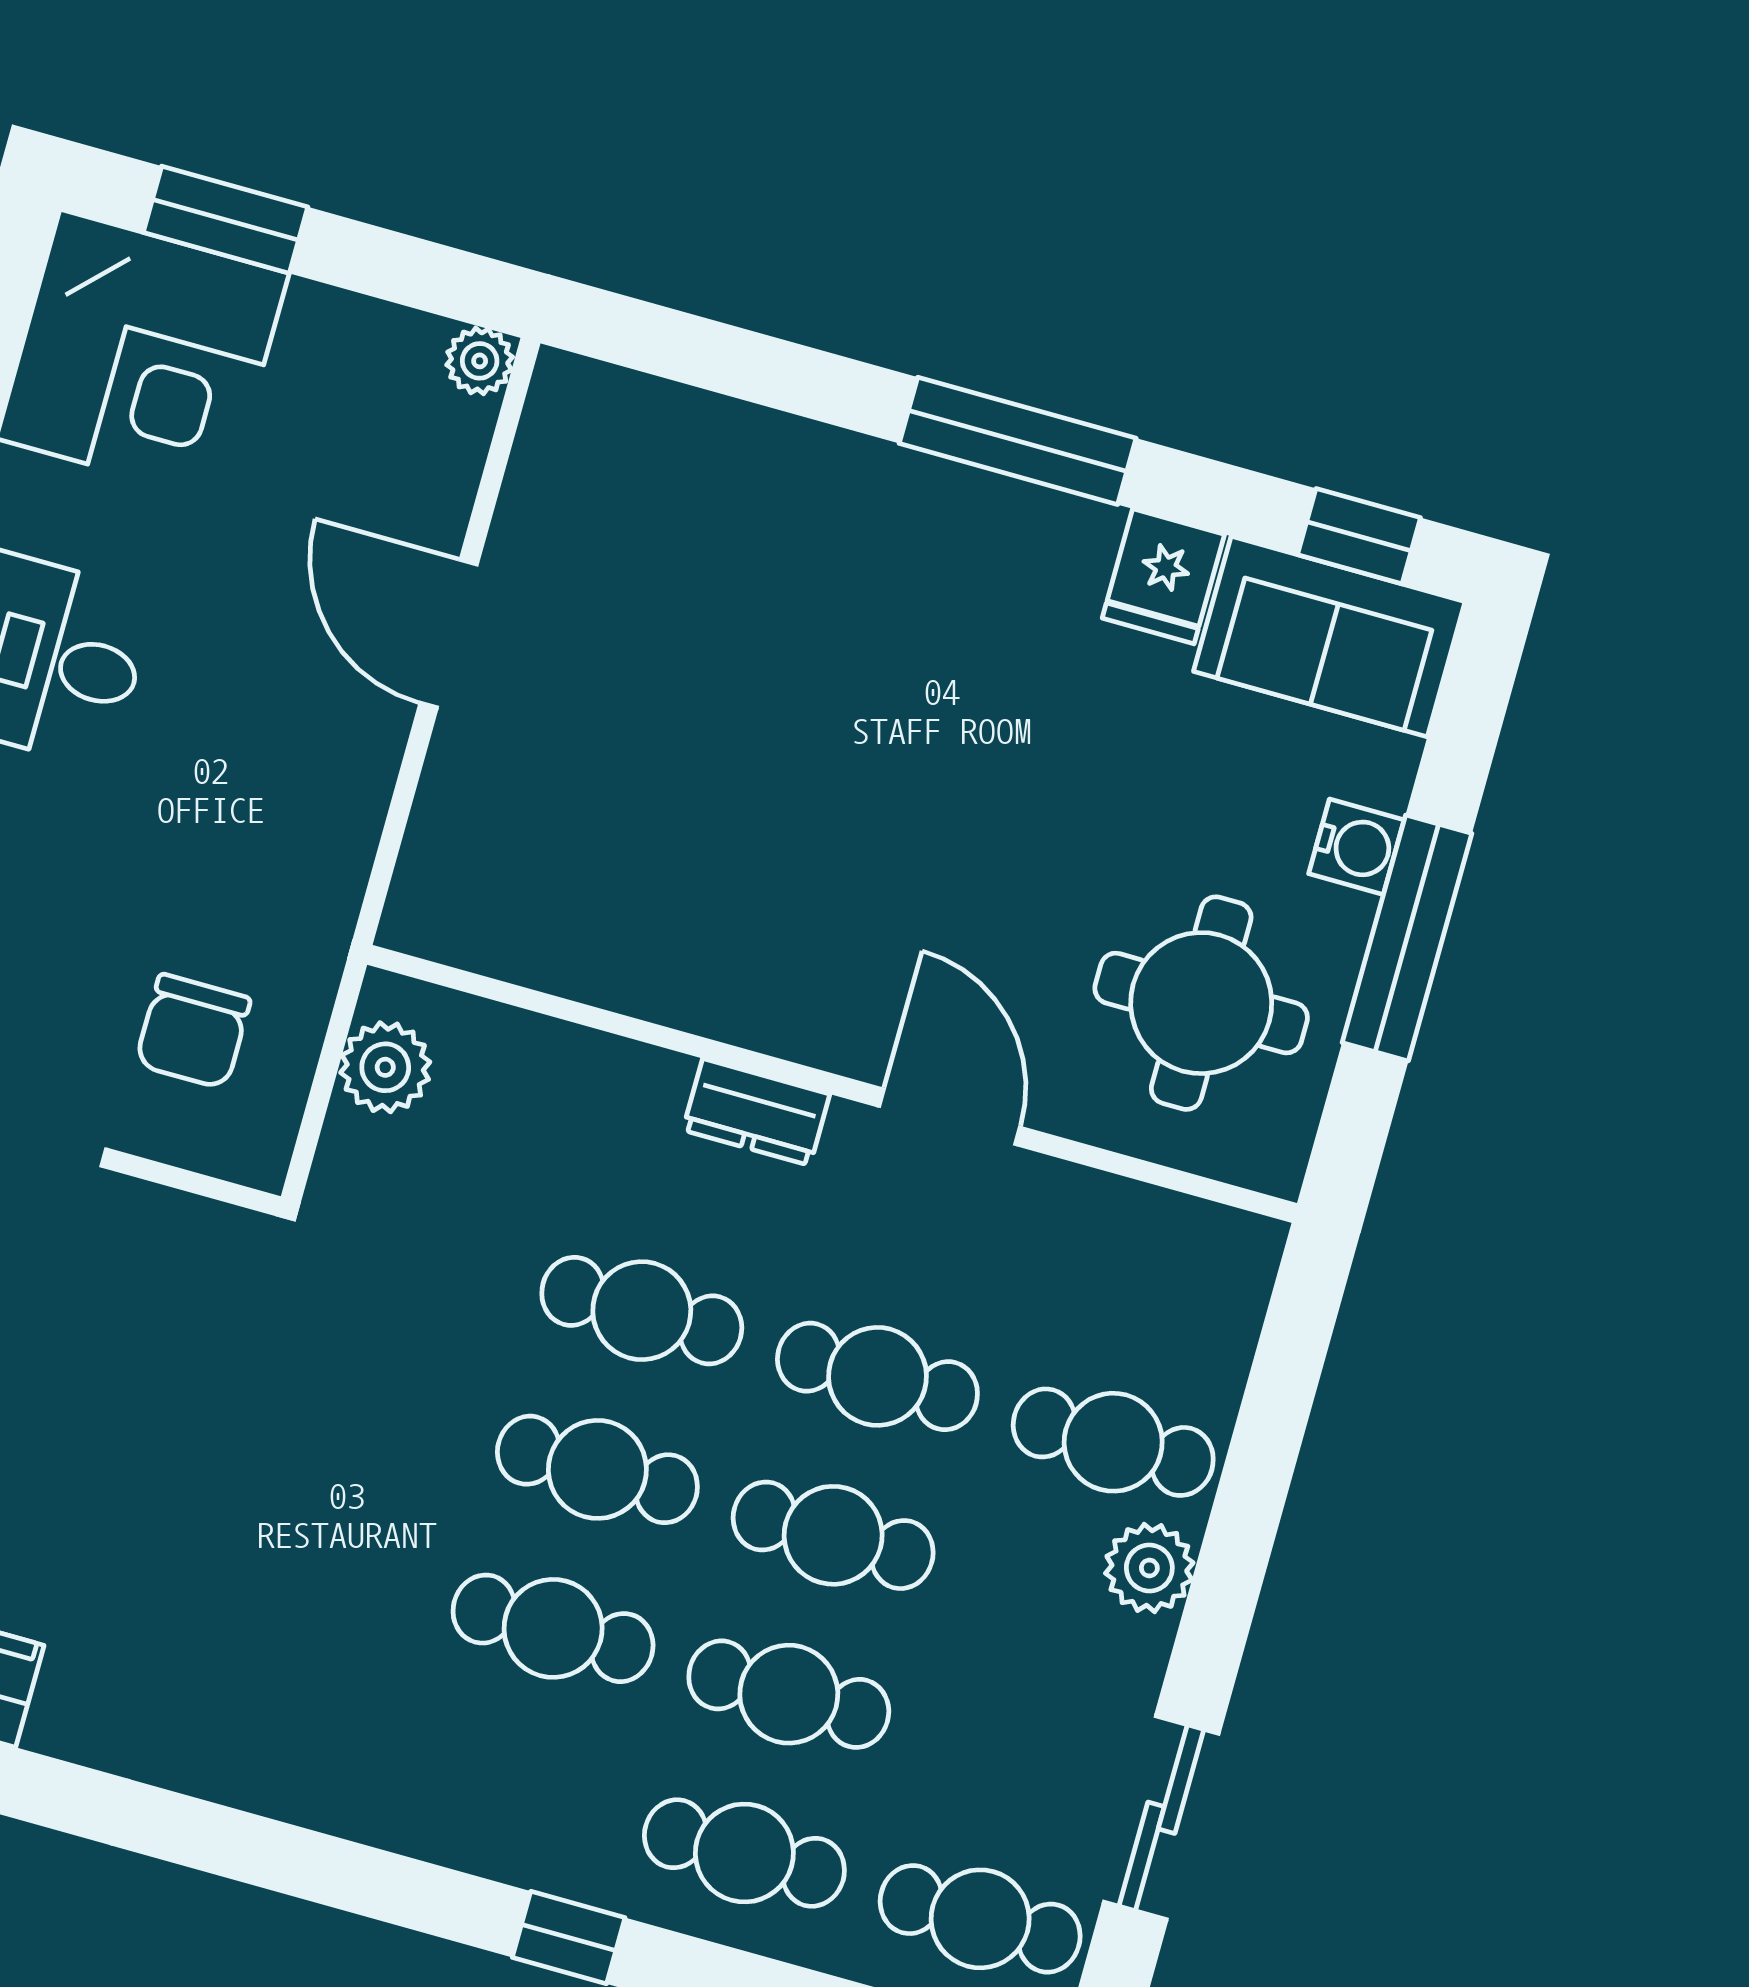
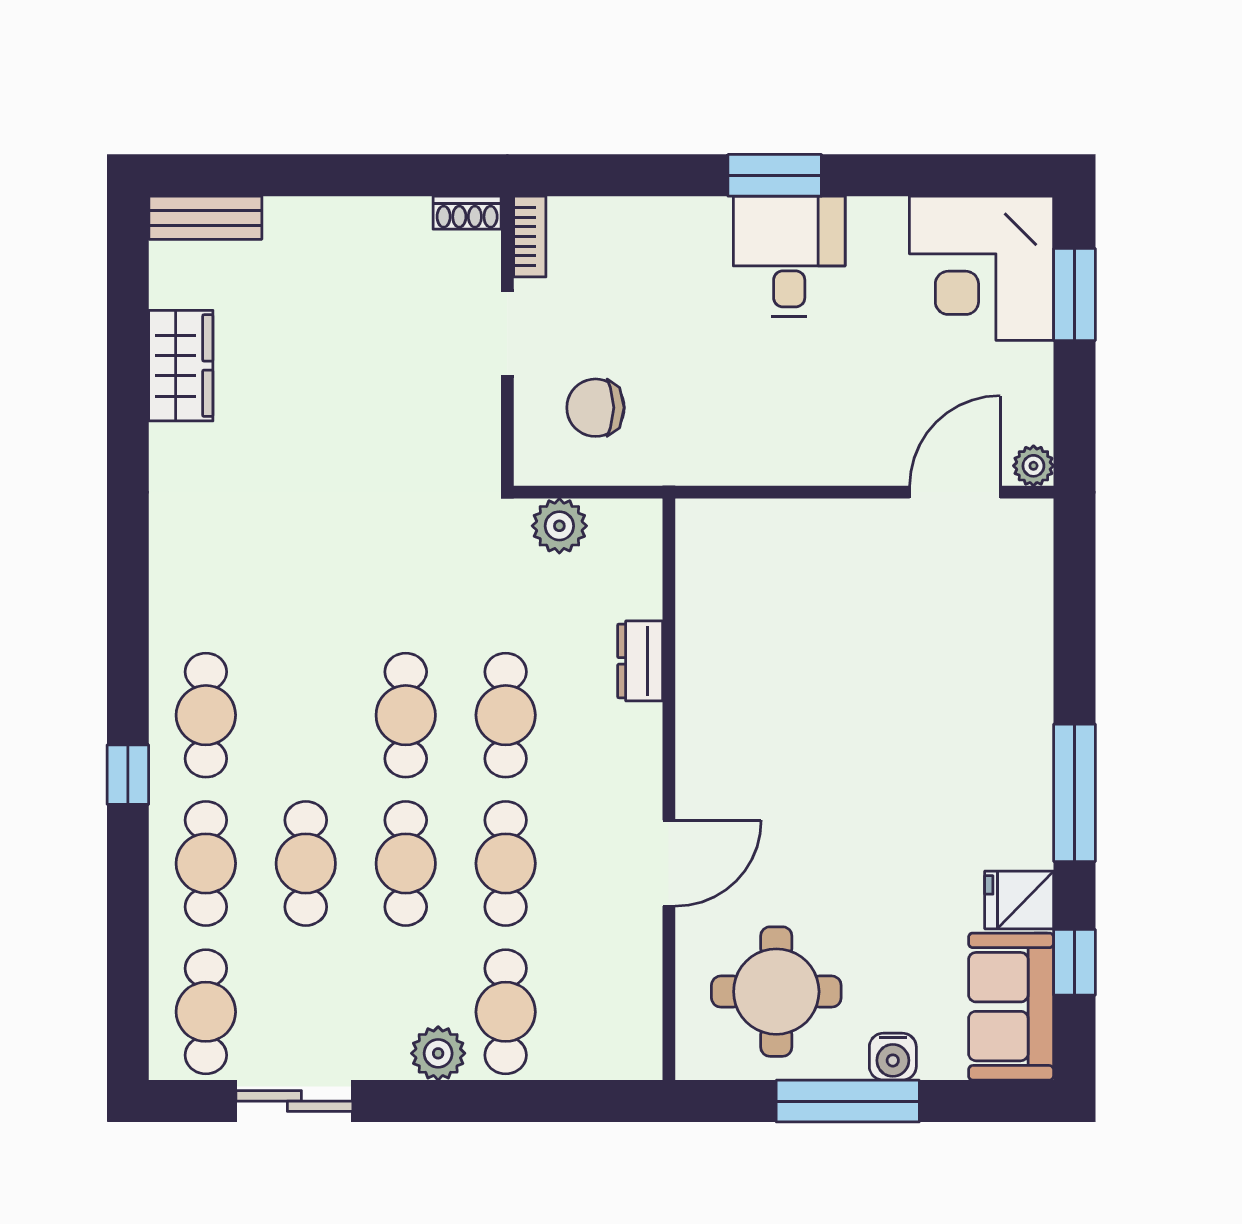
window: (1359, 536) -> (1074, 962), moved
door: (449, 634) -> (955, 492), moved
plant: (385, 1067) -> (559, 526), moved
dresser: (756, 1112) -> (640, 661), moved
cafe table: (553, 1628) -> (206, 715), moved

